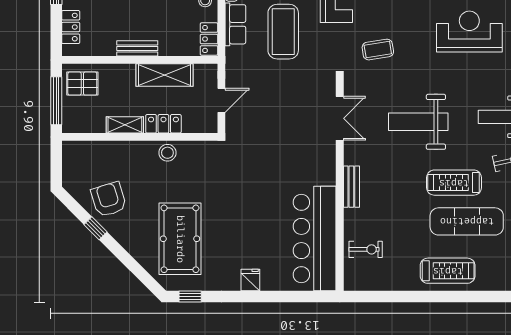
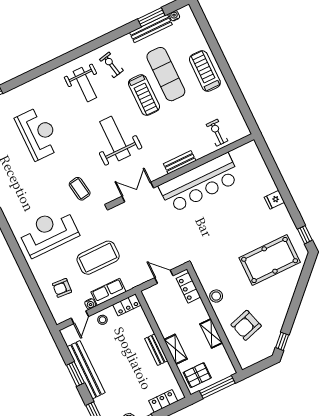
reception desk: (469, 31) -> (38, 133), turned 180
shelving: (164, 75) -> (176, 349), moved, width x0.67, depth x0.75
pallet: (82, 84) -> (197, 375), turned 90
weight bench: (418, 122) -> (115, 139), turned 180
locker: (163, 124) -> (188, 288), moved
armchair: (109, 199) -> (246, 325), moved
window: (96, 228) -> (282, 341), moved
bar counter: (315, 238) -> (200, 183), moved

